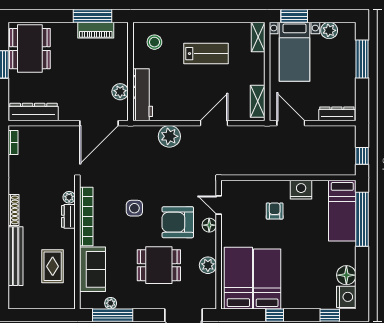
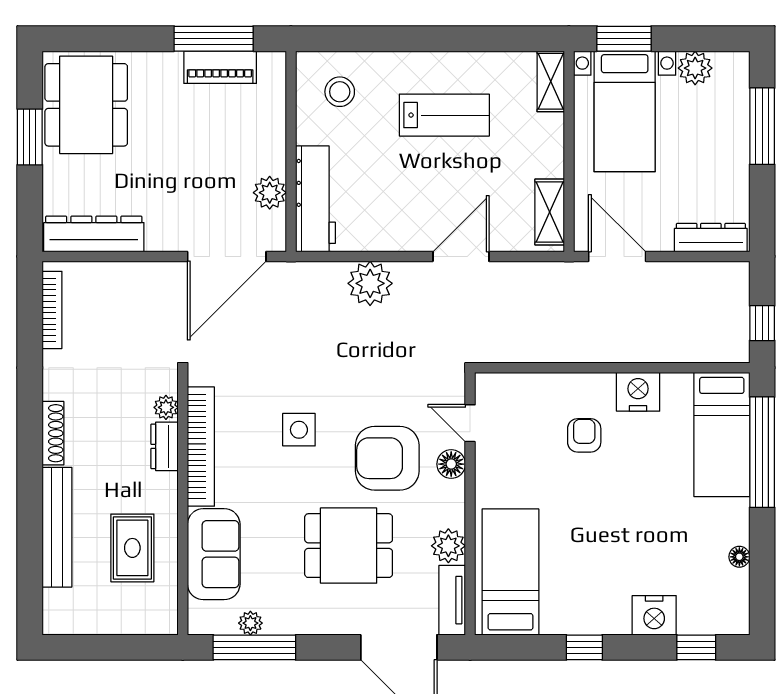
bookcase: (13, 143) -> (52, 310), width x1.56
floor lamp: (346, 275) -> (739, 557), width x0.53, depth x0.53
bed: (267, 279) -> (569, 574), removed
tv unit: (210, 292) -> (452, 600), added
nightstand: (346, 297) -> (654, 615), moved, turned 90

